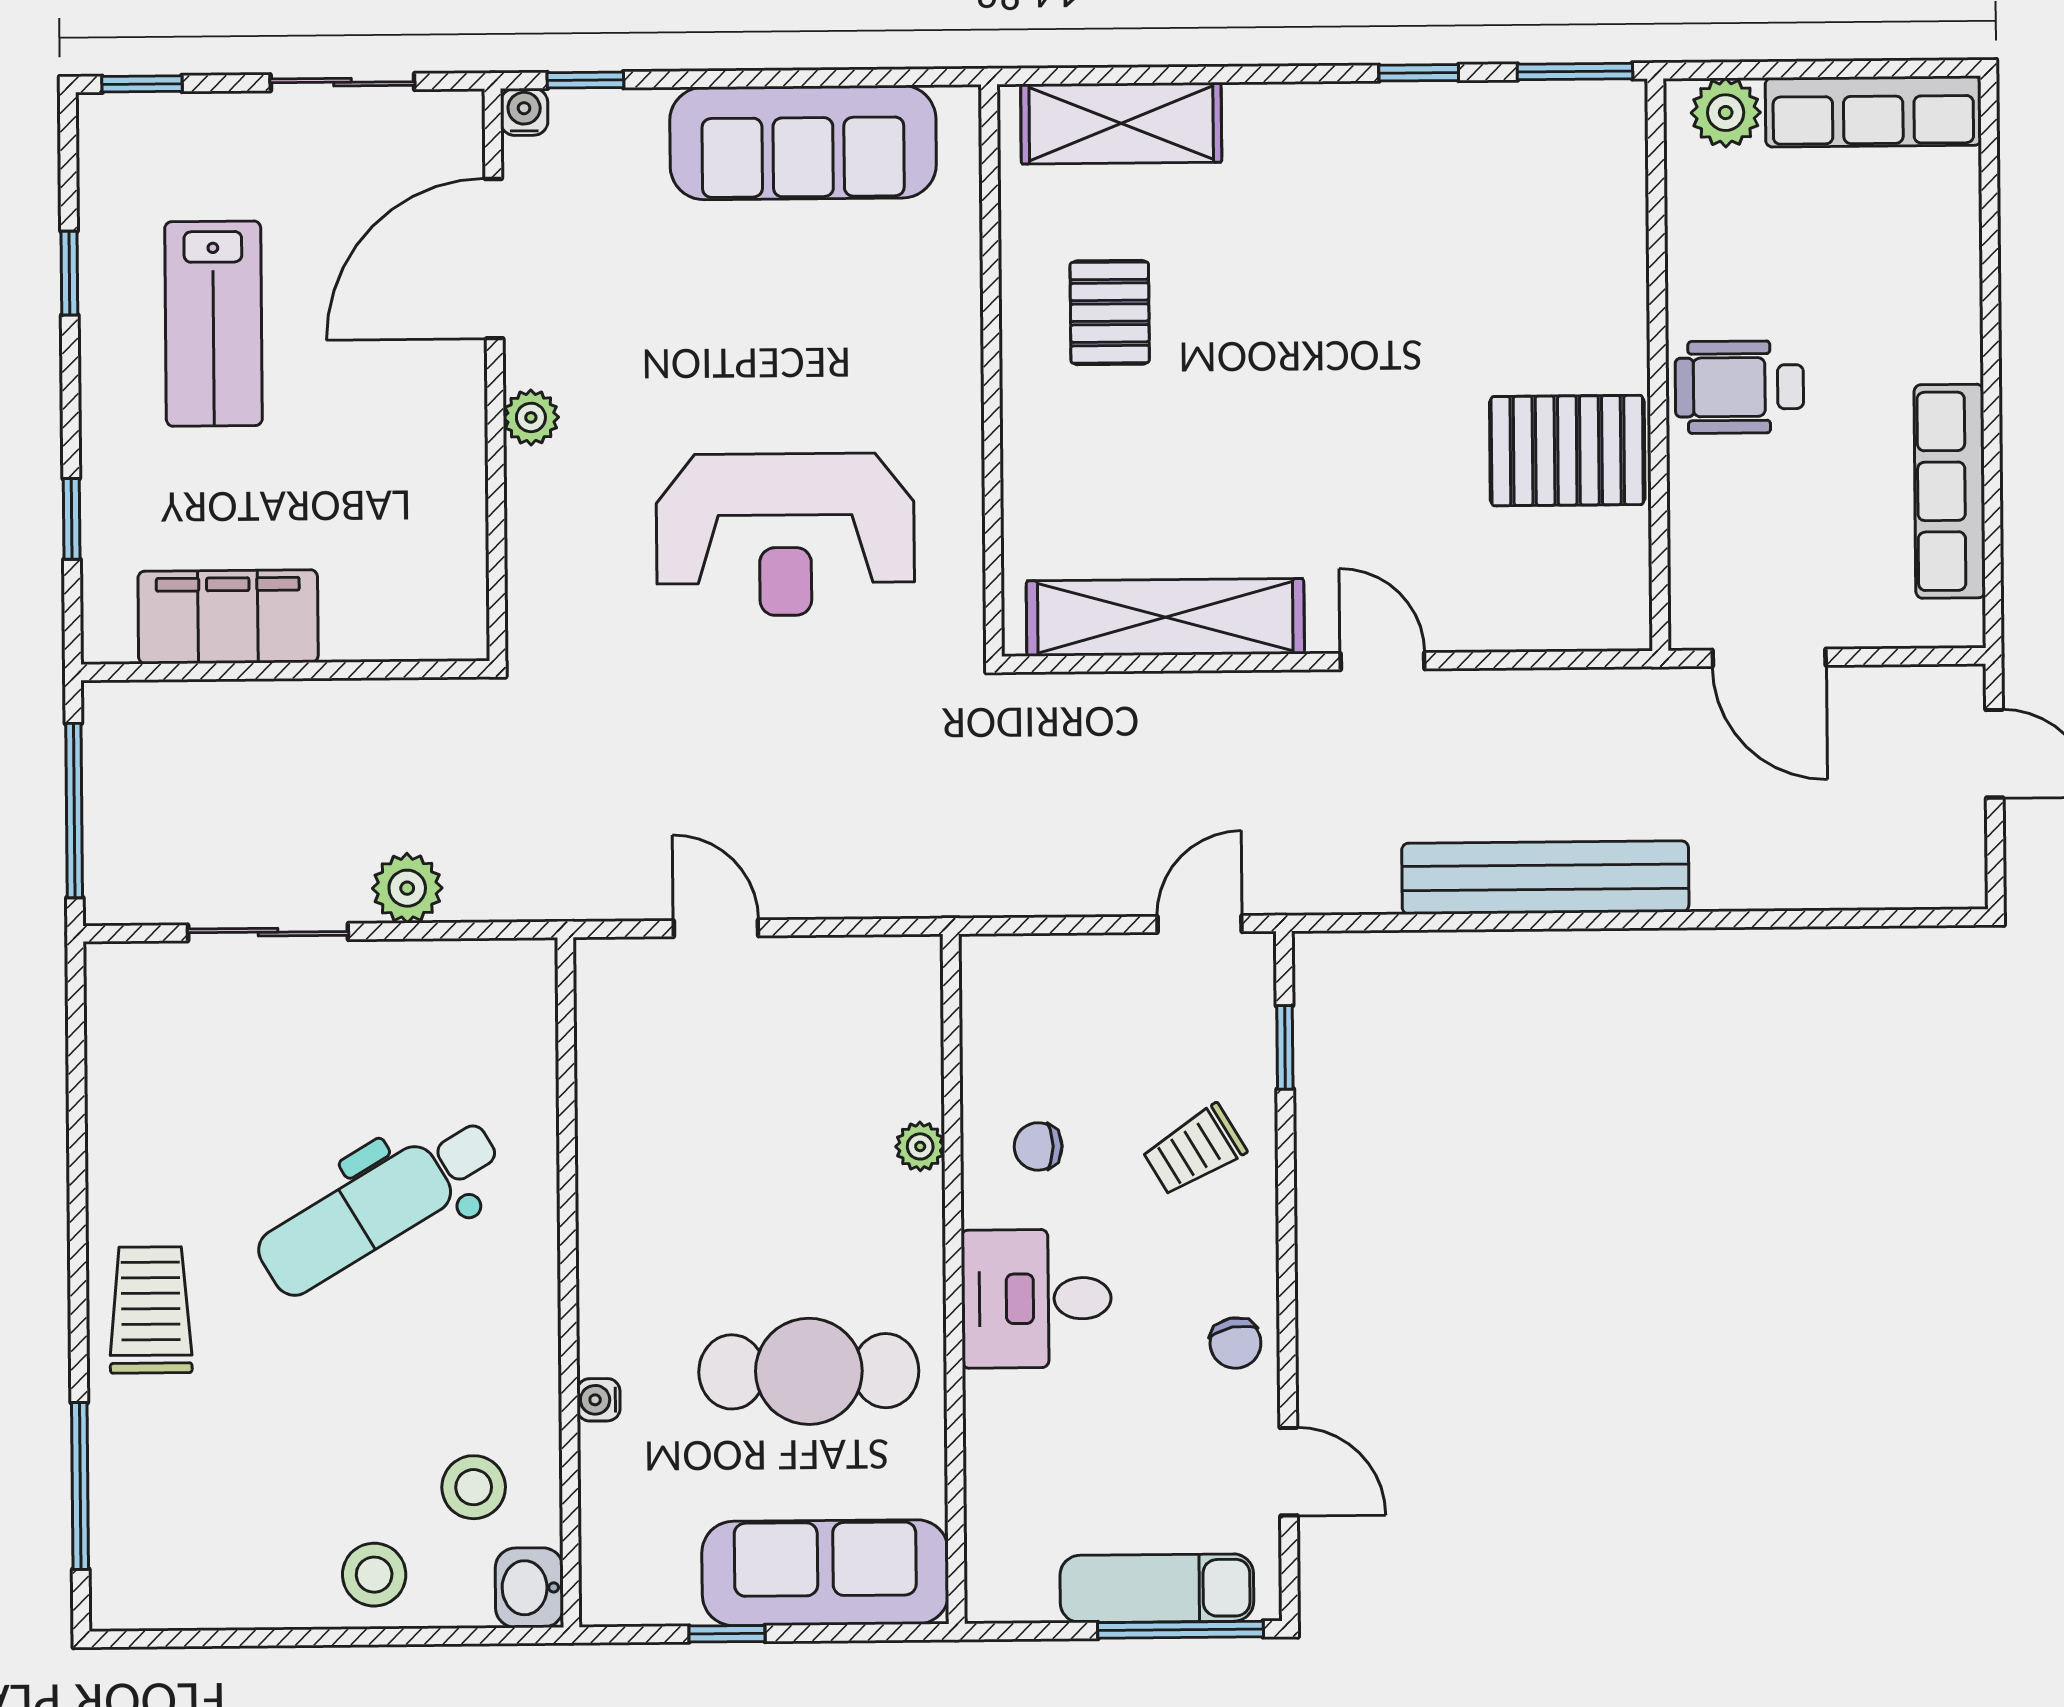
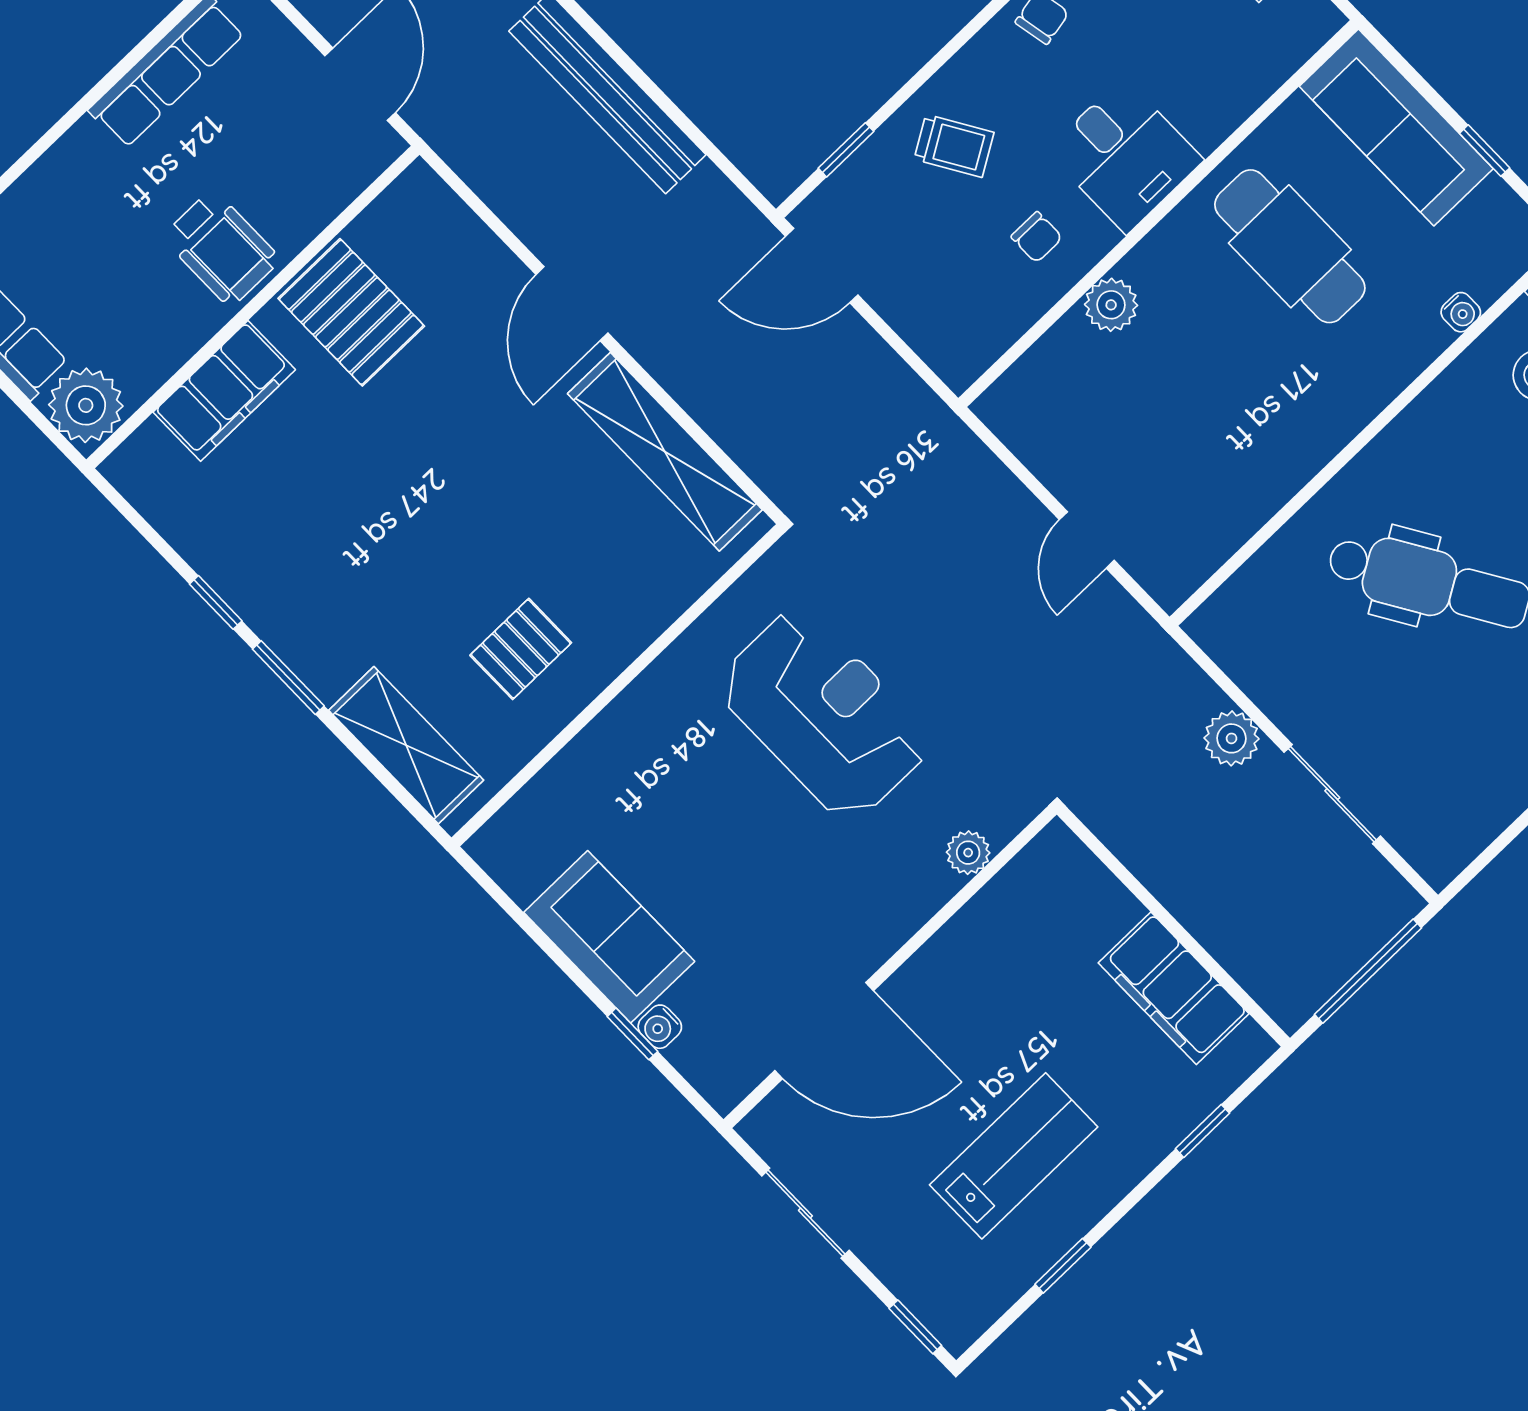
window: (1575, 71) -> (288, 678), moved
window: (585, 80) -> (632, 1034), moved
water cooler: (524, 112) -> (660, 1027), moved
plant: (1726, 113) -> (86, 405), width x1.36, depth x1.36
sofa: (803, 142) -> (609, 937), width x0.73
filing cabinet: (1606, 265) -> (224, 391), added
plant: (531, 417) -> (968, 853), moved
door: (1382, 661) -> (572, 304), width x1.38
door: (1200, 924) -> (822, 266), width x1.38
plant: (920, 1146) -> (1111, 305), width x1.38, depth x1.38
water cooler: (598, 1400) -> (1461, 312), moved

